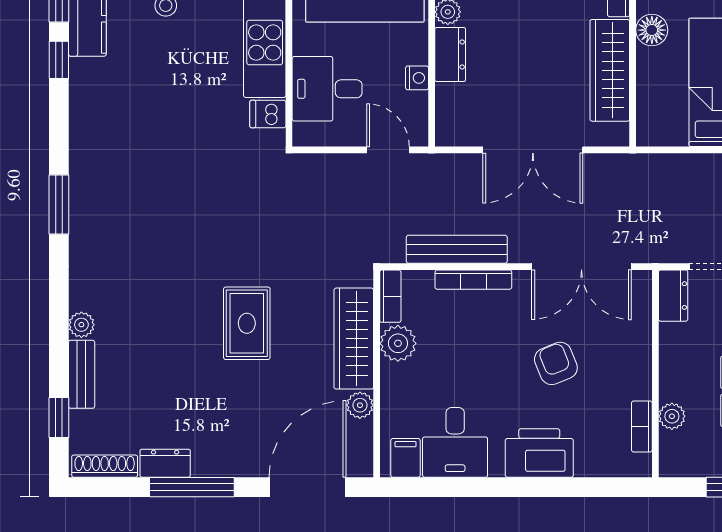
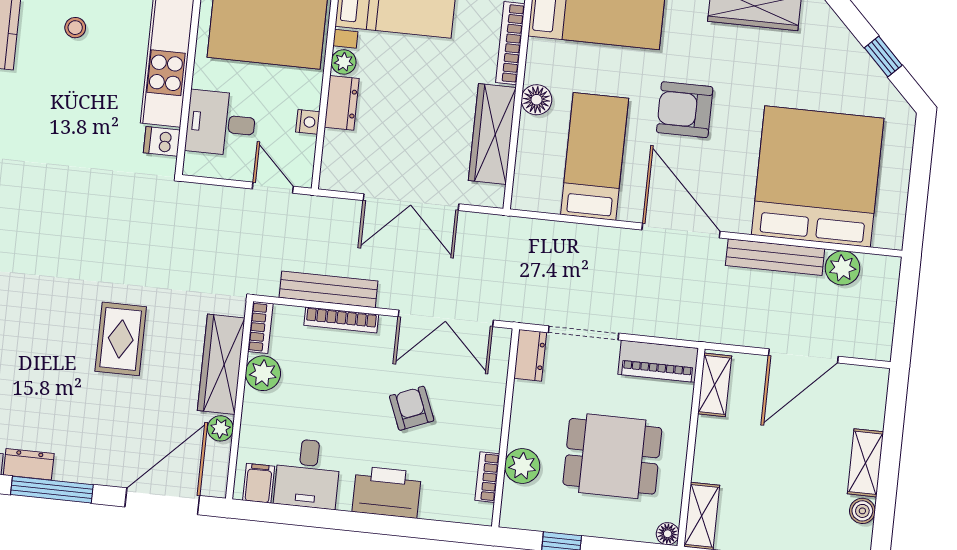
plant: (672, 416) -> (522, 466), width x1.38, depth x1.38

